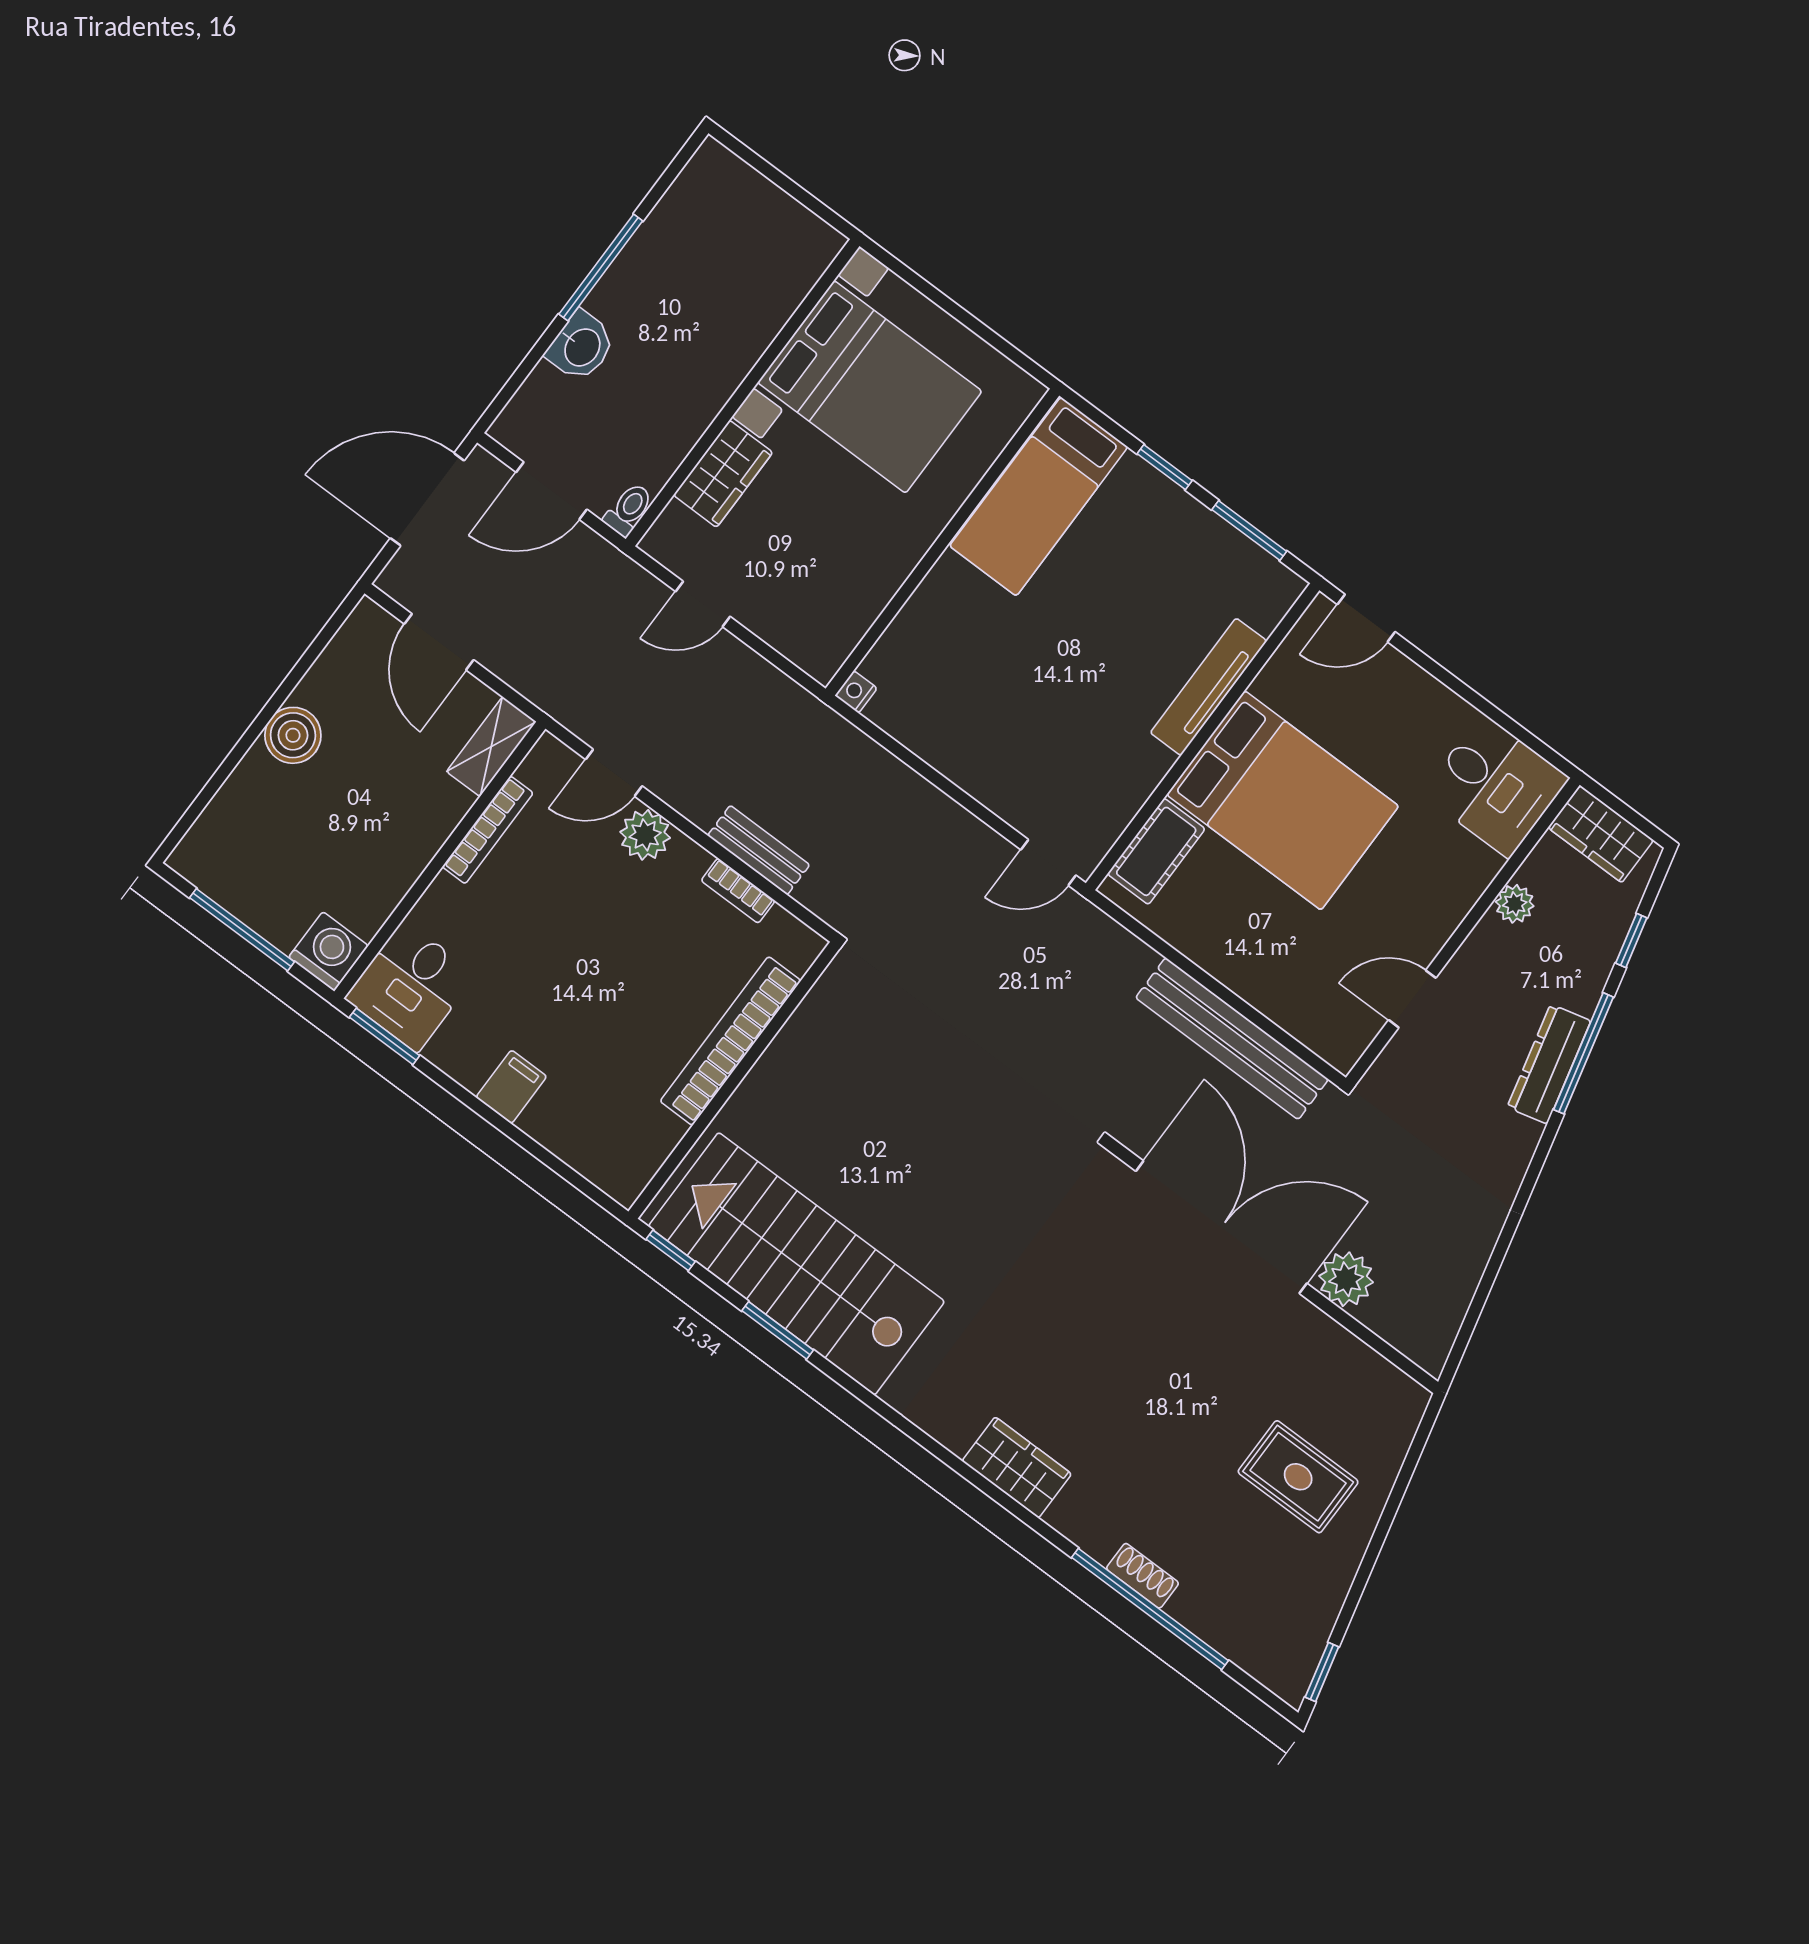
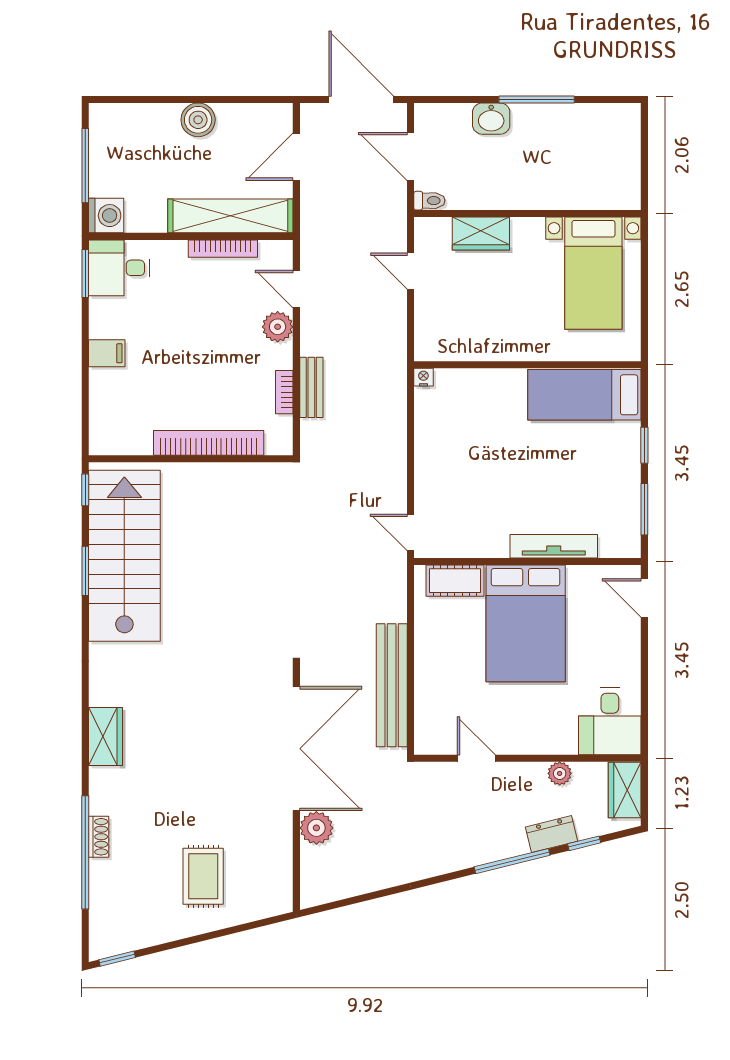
bed with nightstands: (870, 387) -> (593, 273), width x0.73
shelving: (491, 747) -> (230, 216), width x2.20, depth x1.33
dresser: (1549, 1064) -> (552, 834), moved, width x0.70

